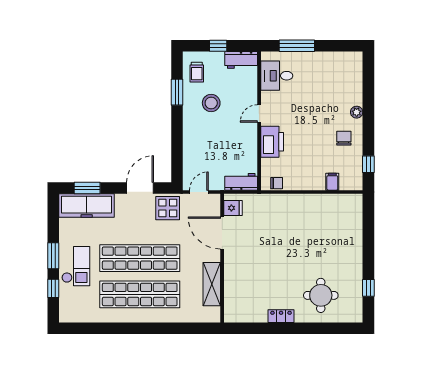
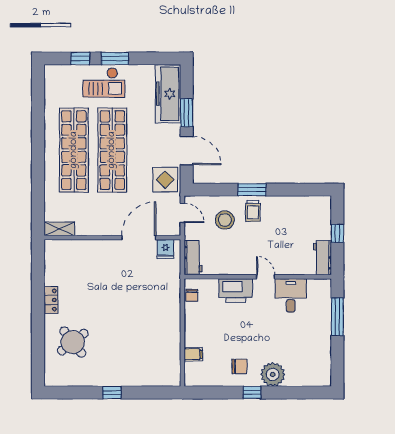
trolley: (197, 72) -> (253, 211), moved, turned -90
desk: (277, 76) -> (291, 295), moved
window: (177, 92) -> (252, 190), moved
stool: (211, 103) -> (225, 220), moved
plant: (357, 112) -> (273, 374), width x1.87, depth x1.87
window: (368, 164) -> (252, 392), moved
window: (87, 188) -> (187, 113), moved
shelving: (212, 284) -> (59, 229), moved, width x0.67, depth x0.75
window: (368, 288) -> (112, 392), moved
round table: (321, 295) -> (73, 342), turned -38

